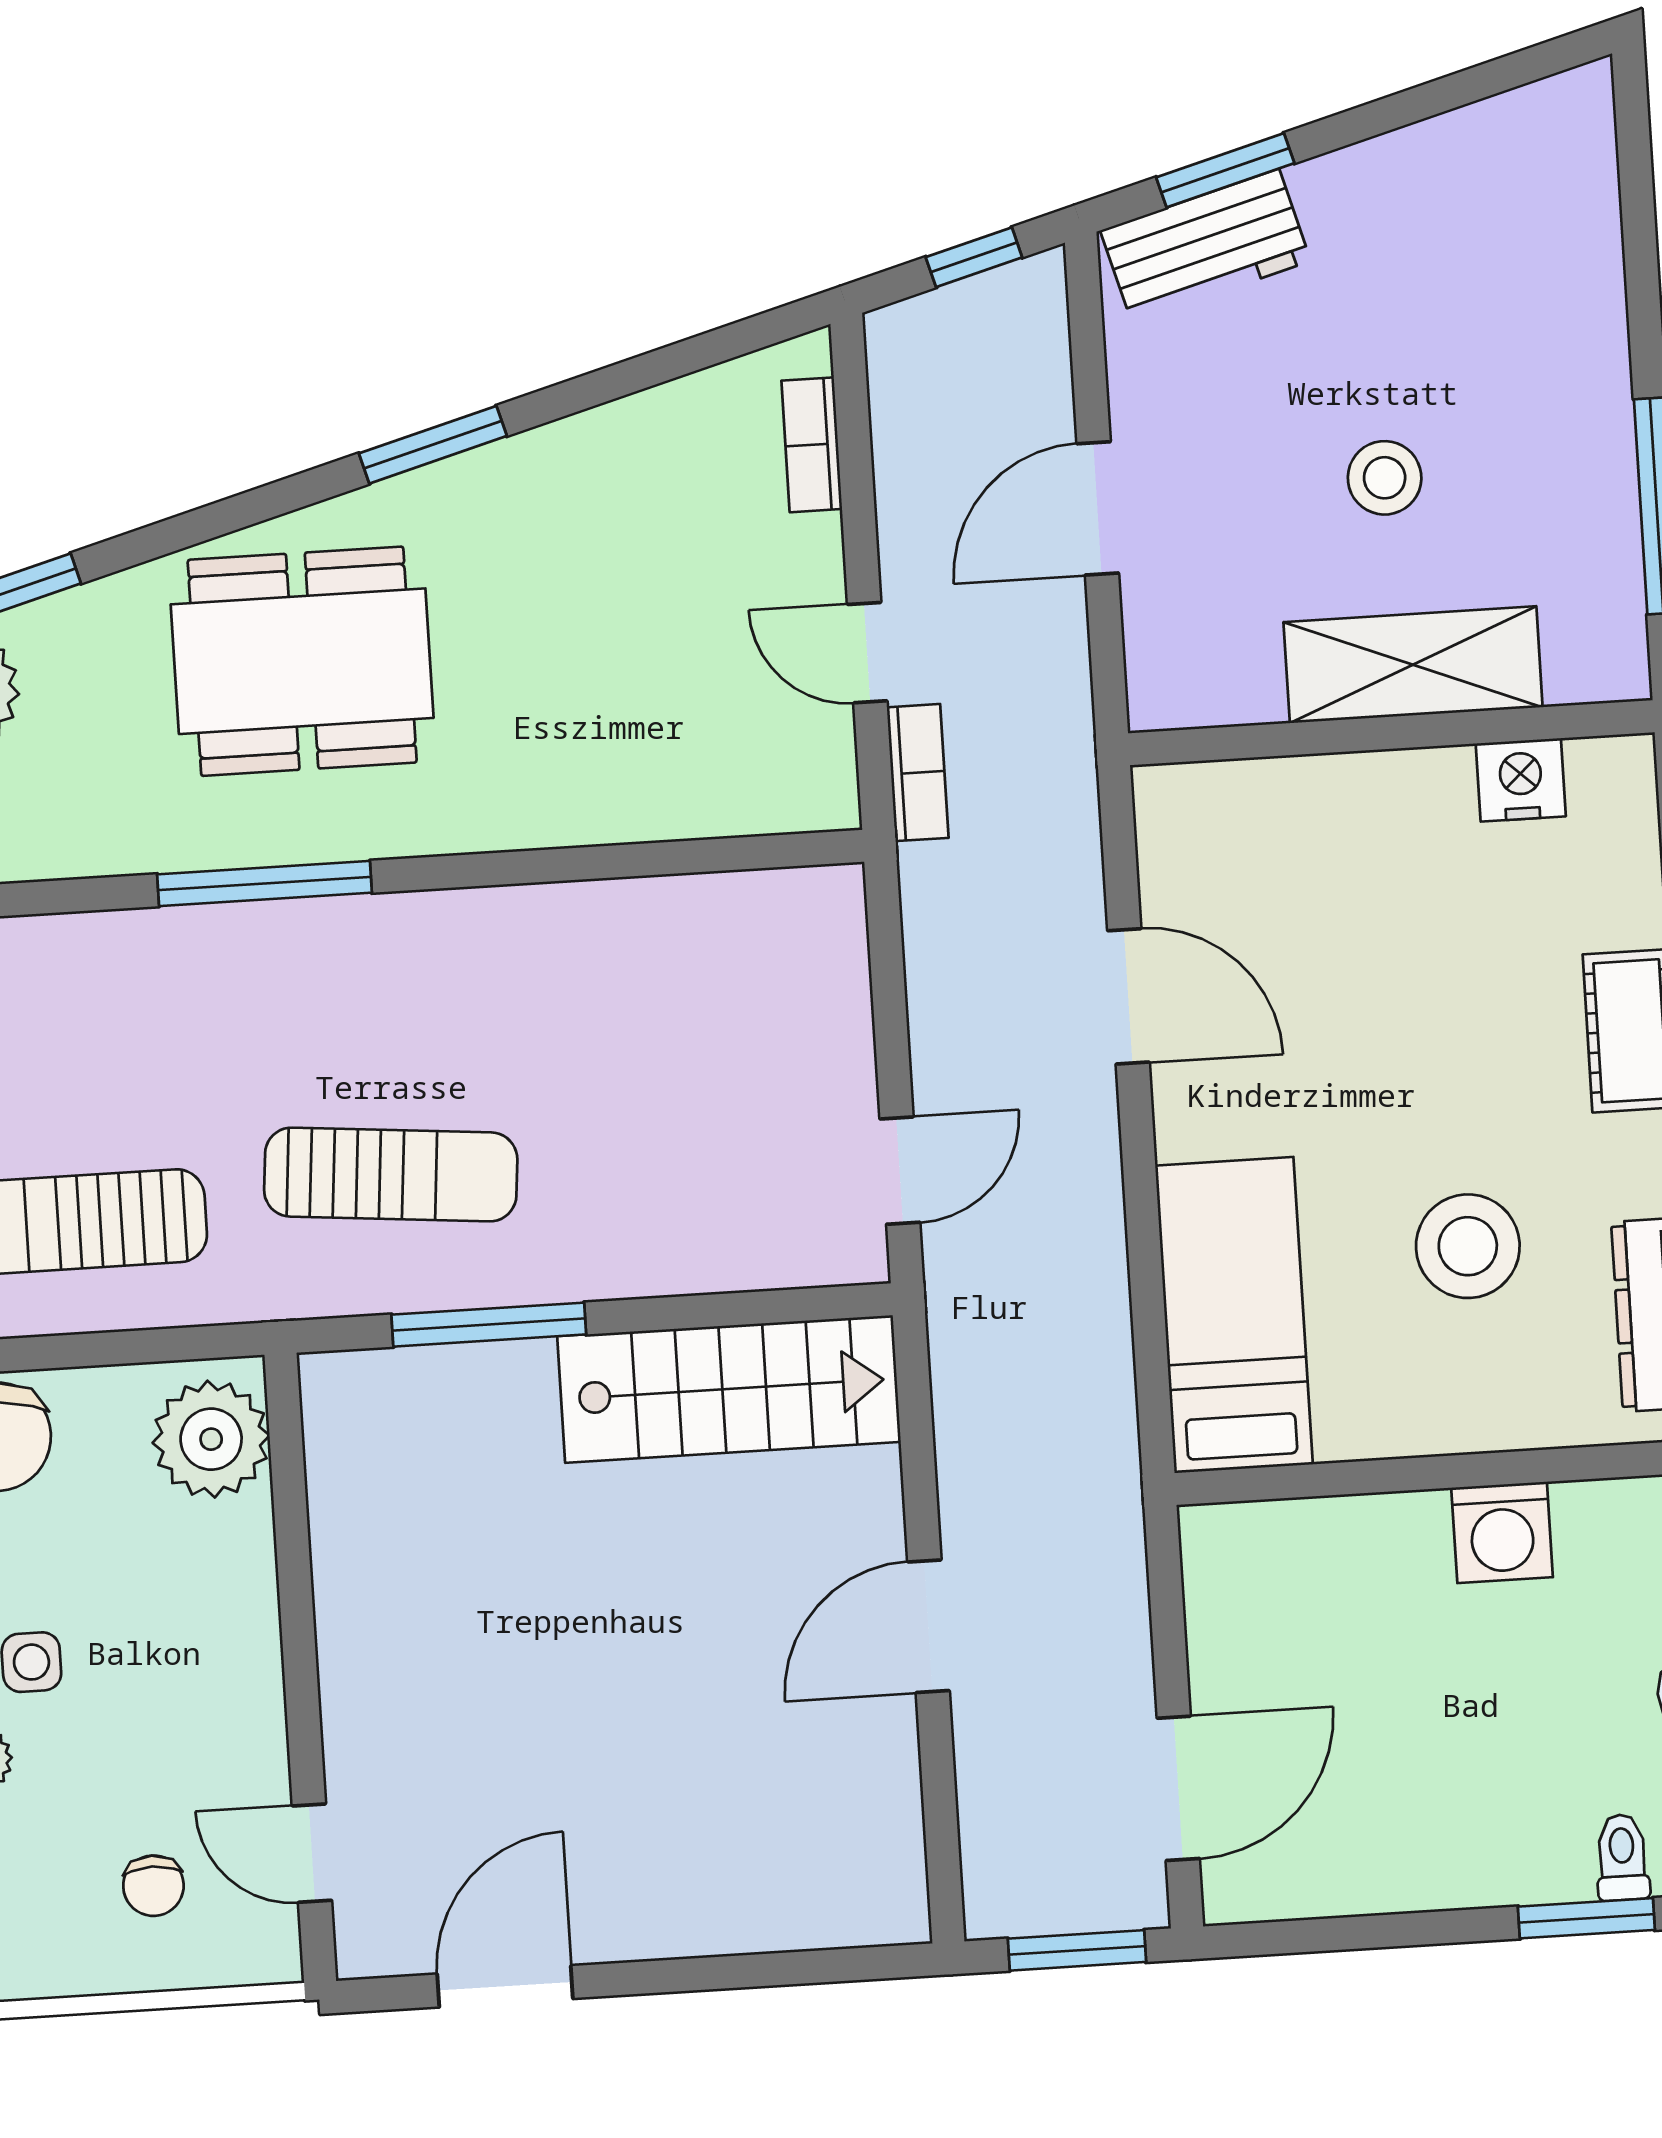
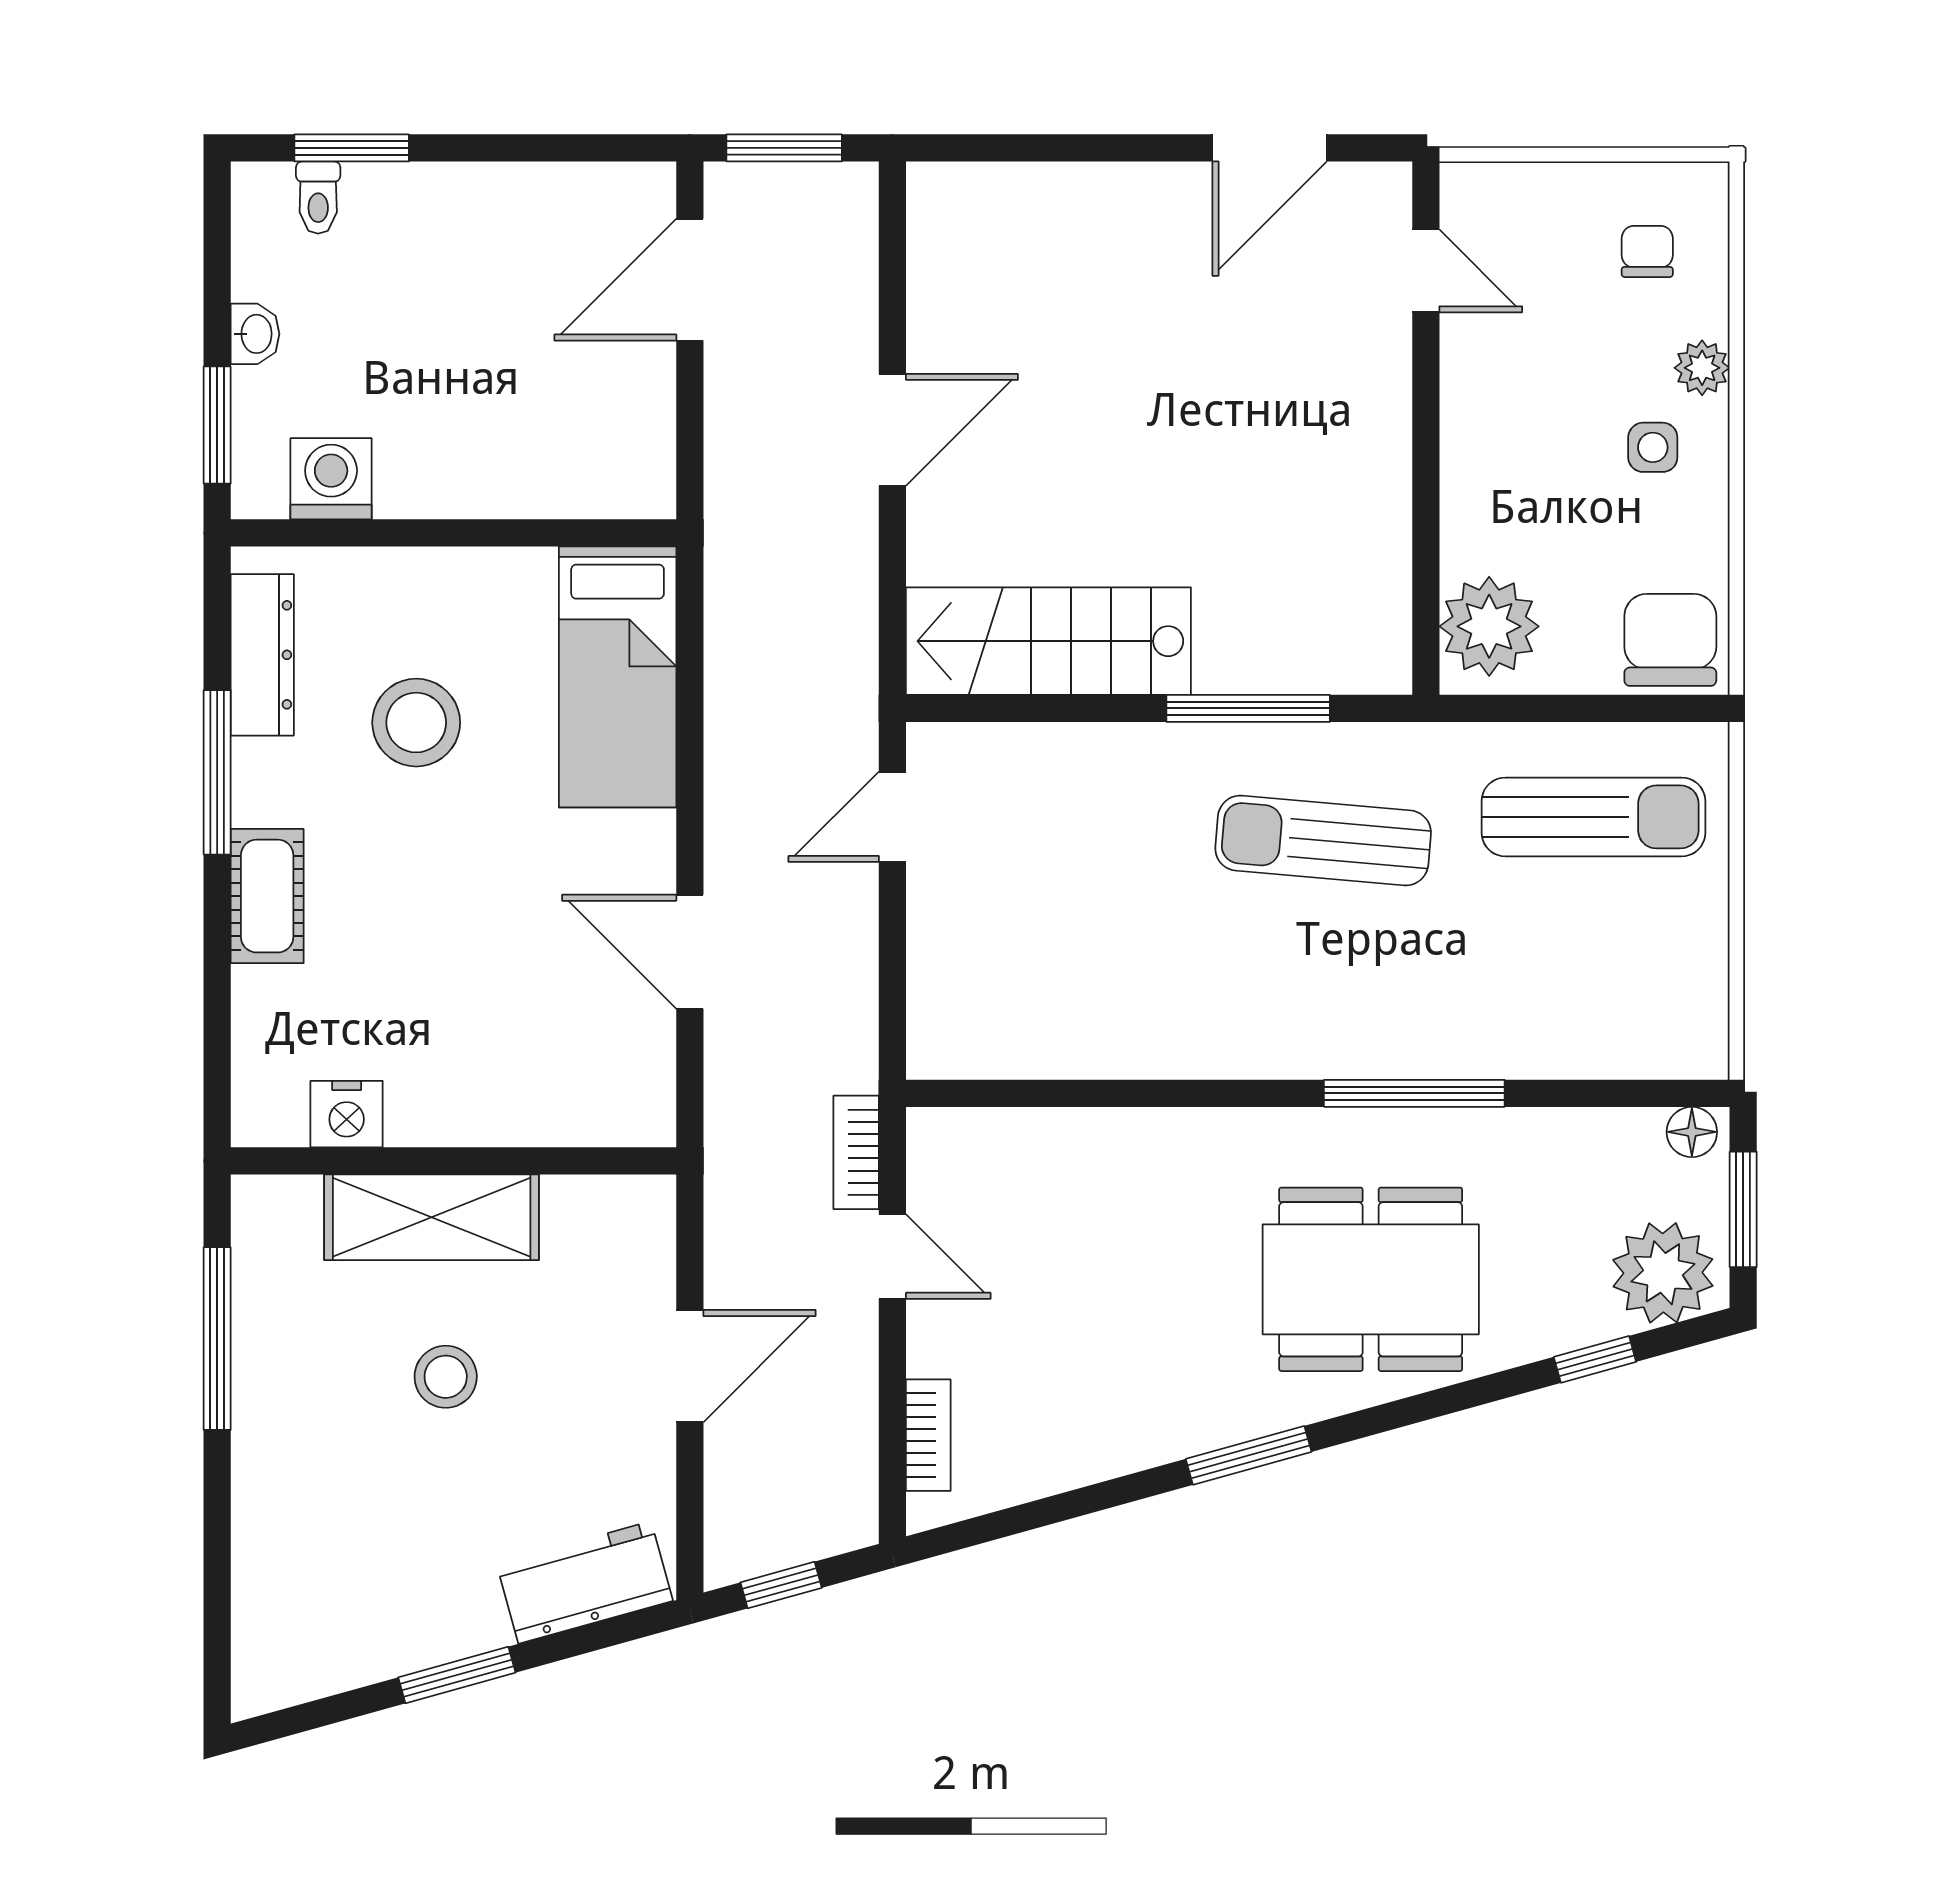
window: (1225, 170) -> (457, 1675), moved
washing machine: (1502, 1532) -> (331, 479), moved
chair: (153, 1886) -> (1647, 251), moved

